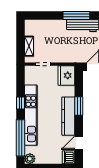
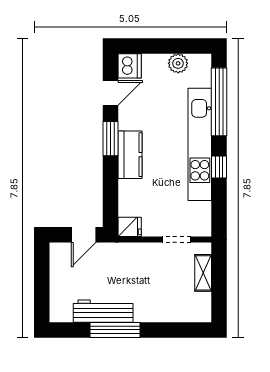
fridge: (66, 75) -> (130, 227), width x0.53, depth x0.75
window: (79, 106) -> (110, 139), moved
kitchen counter: (68, 116) -> (130, 155), width x0.67
plant: (30, 159) -> (178, 63), moved

